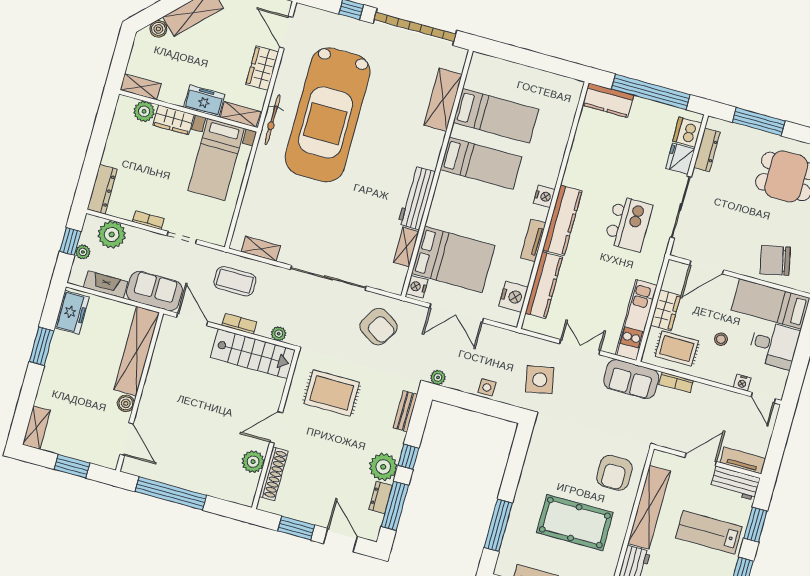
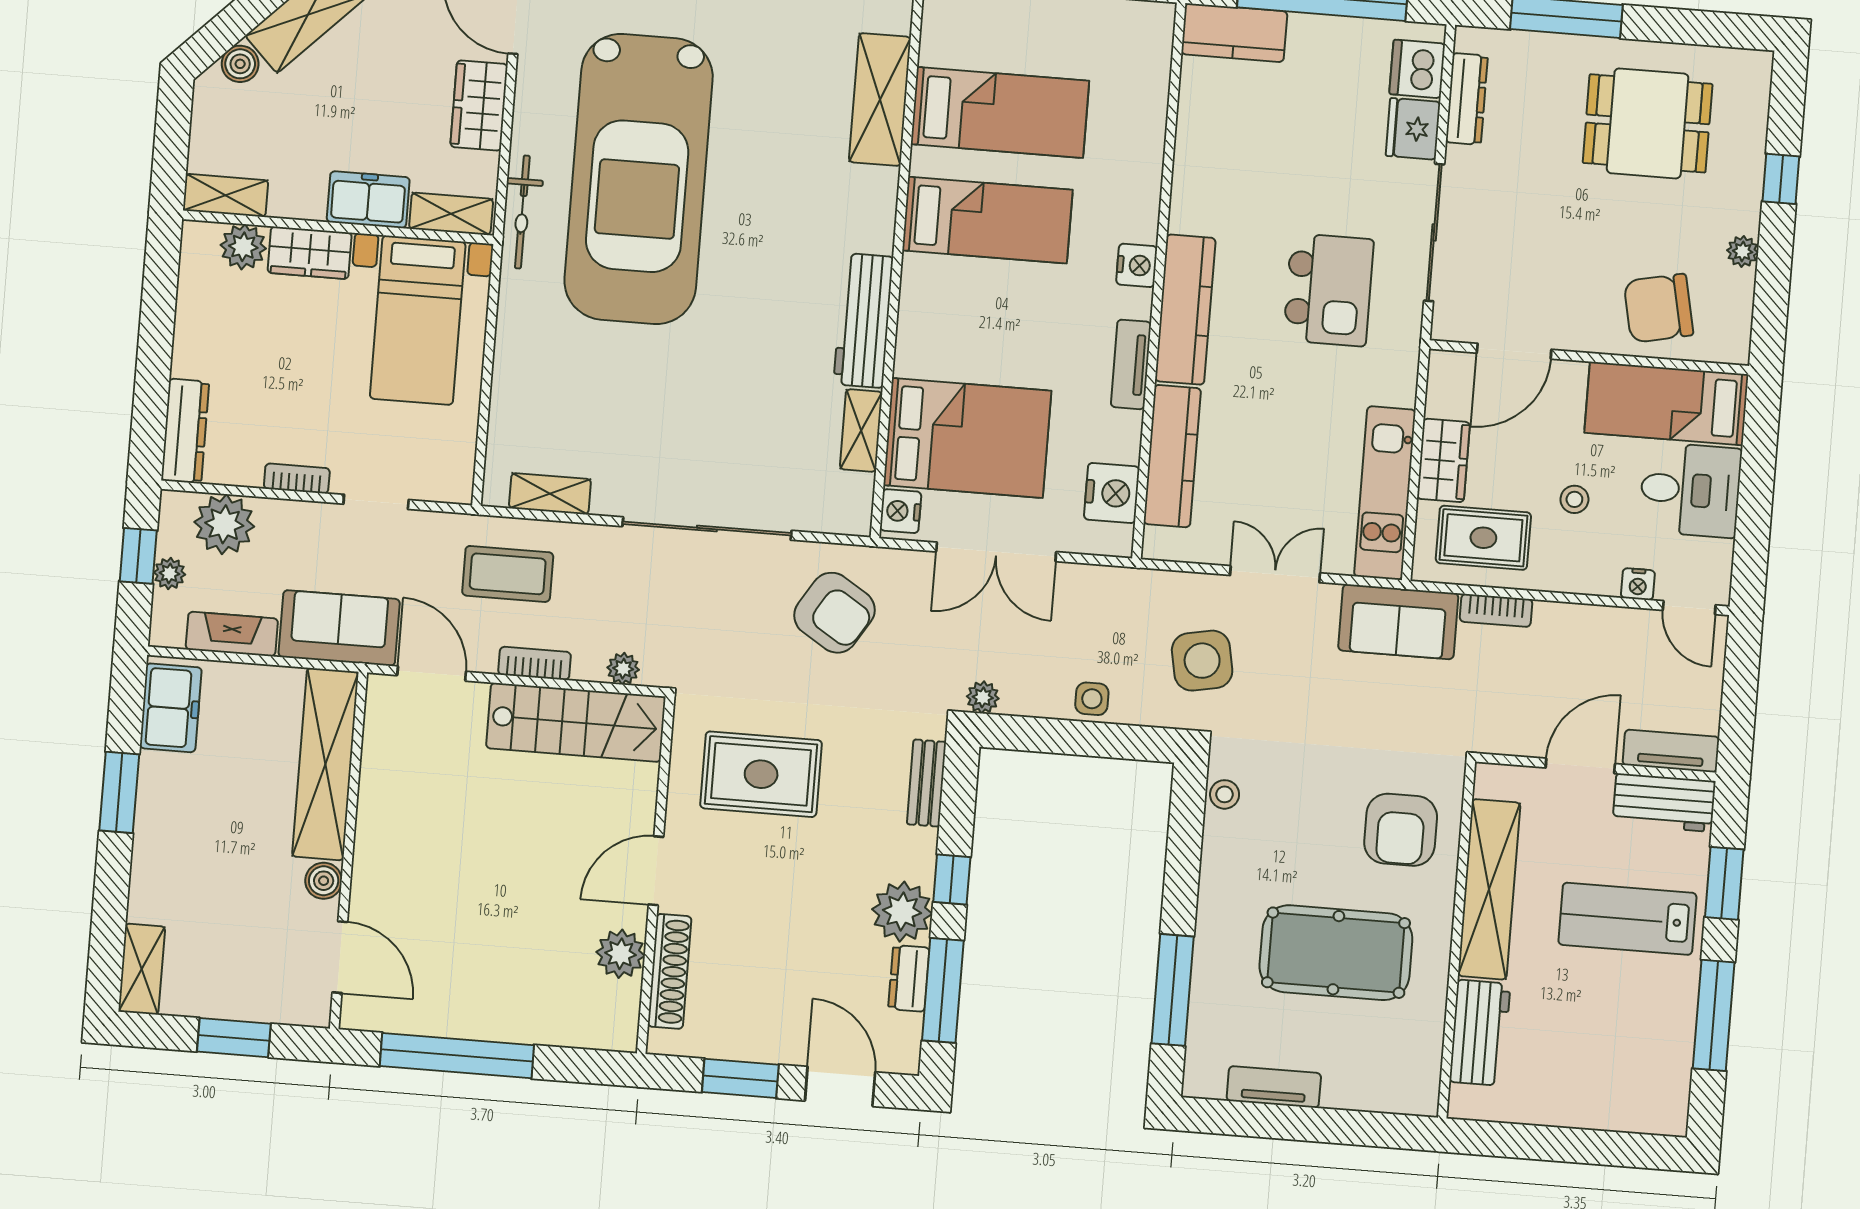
stool: (538, 442) -> (1225, 794), added

